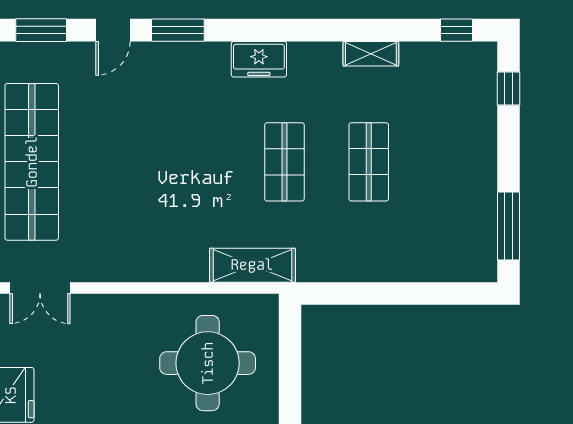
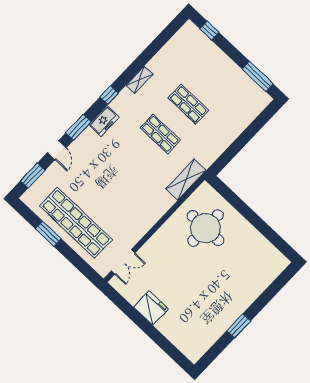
window: (457, 30) -> (109, 95), moved
shelving: (371, 54) -> (139, 80), moved
freezer: (259, 59) -> (104, 121), moved

